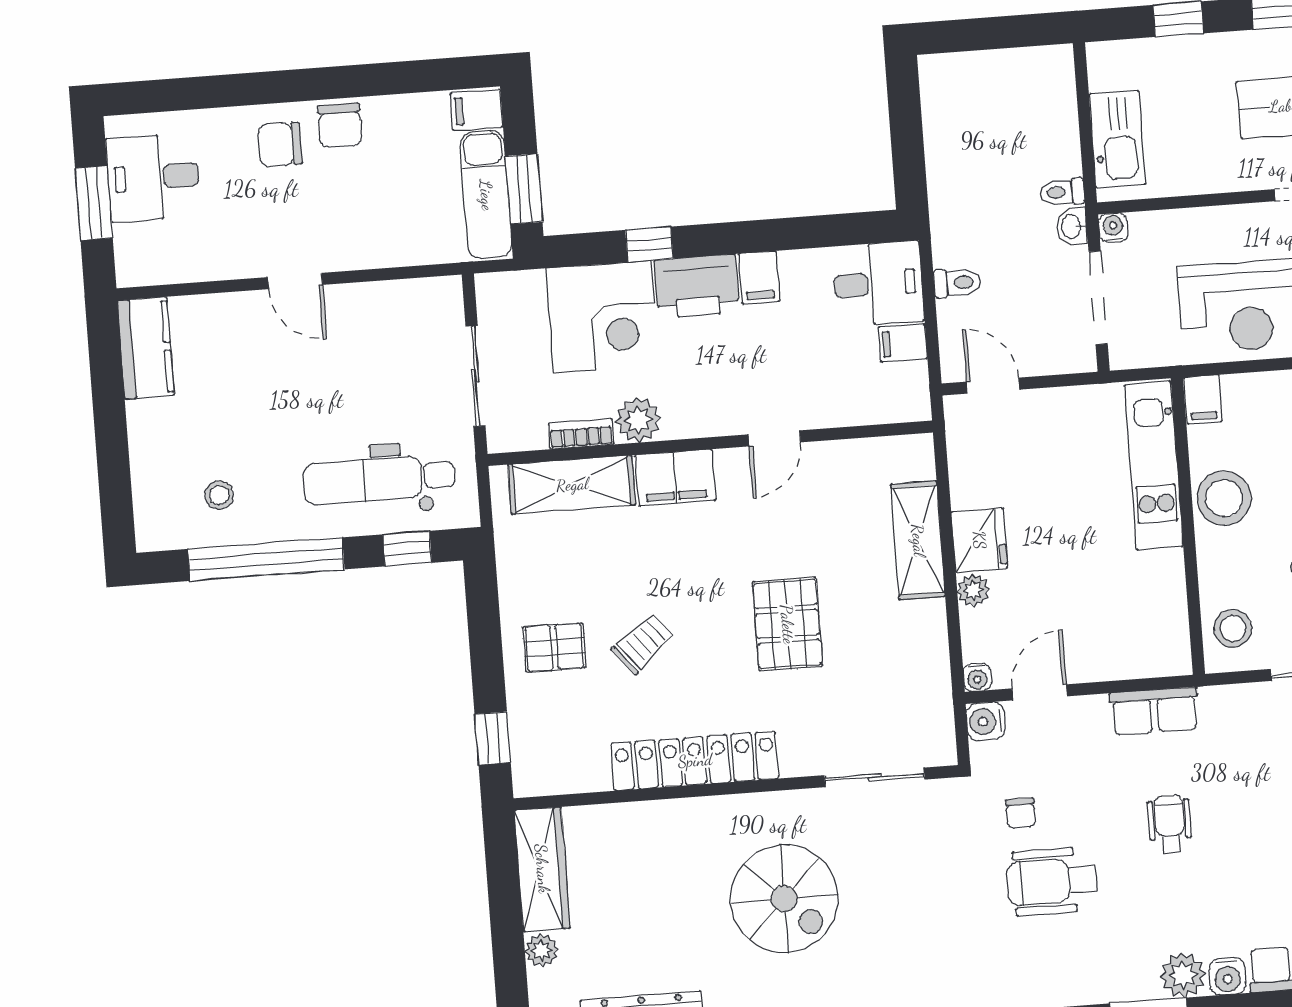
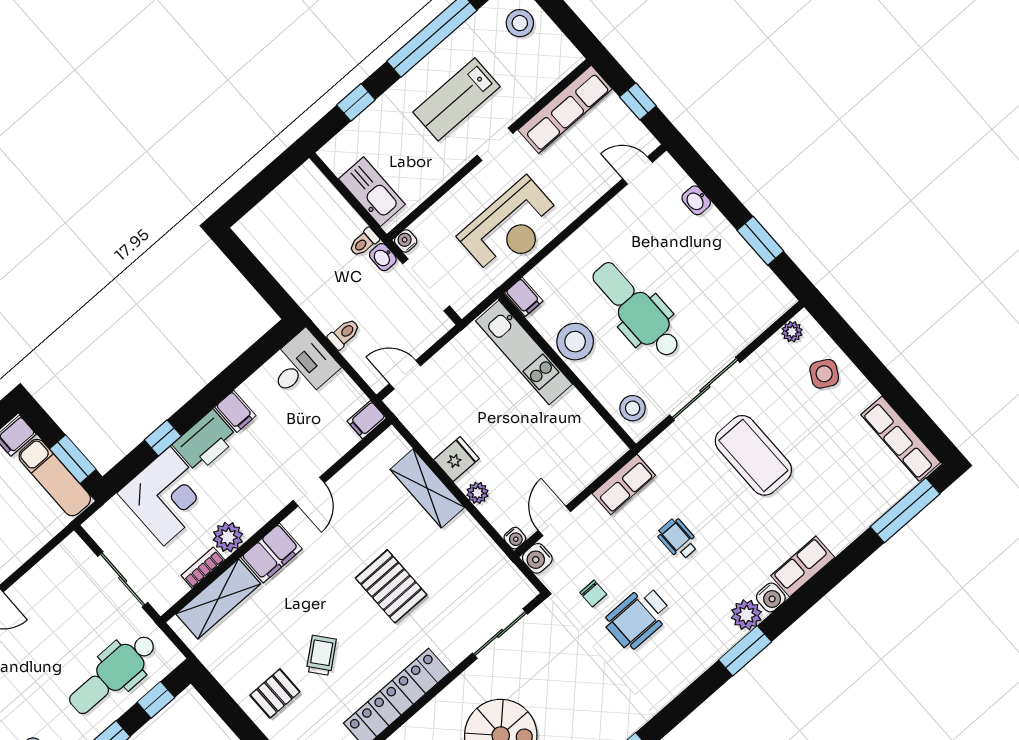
filing cabinet: (903, 343) -> (367, 420), moved
fridge: (979, 540) -> (457, 459), width x0.72

